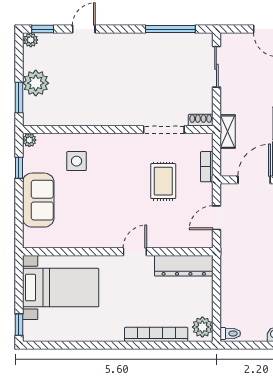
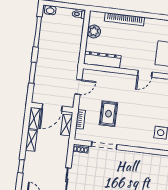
shelving: (228, 132) -> (67, 125), moved
door: (135, 252) -> (145, 74), moved
plant: (202, 327) -> (94, 32), moved

